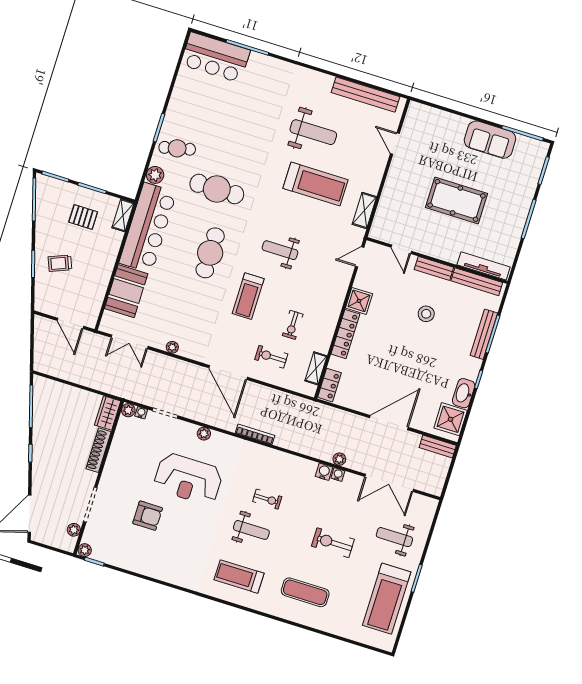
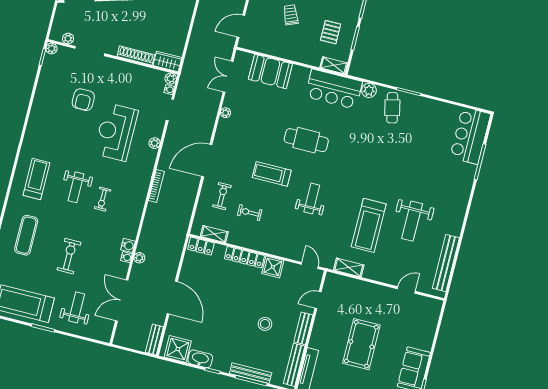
cafe table: (217, 189) -> (360, 143), removed
bar counter: (148, 228) -> (334, 89), width x0.73

